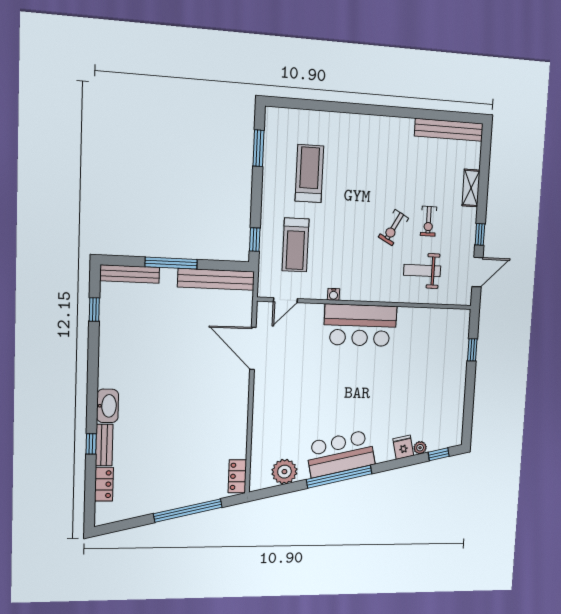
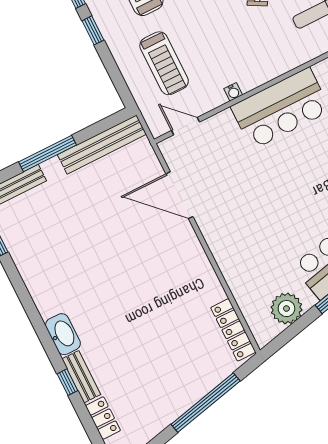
window: (255, 240) -> (93, 30), moved
door: (285, 300) -> (186, 126), swing flipped
locker: (237, 476) -> (233, 330), width x1.53

